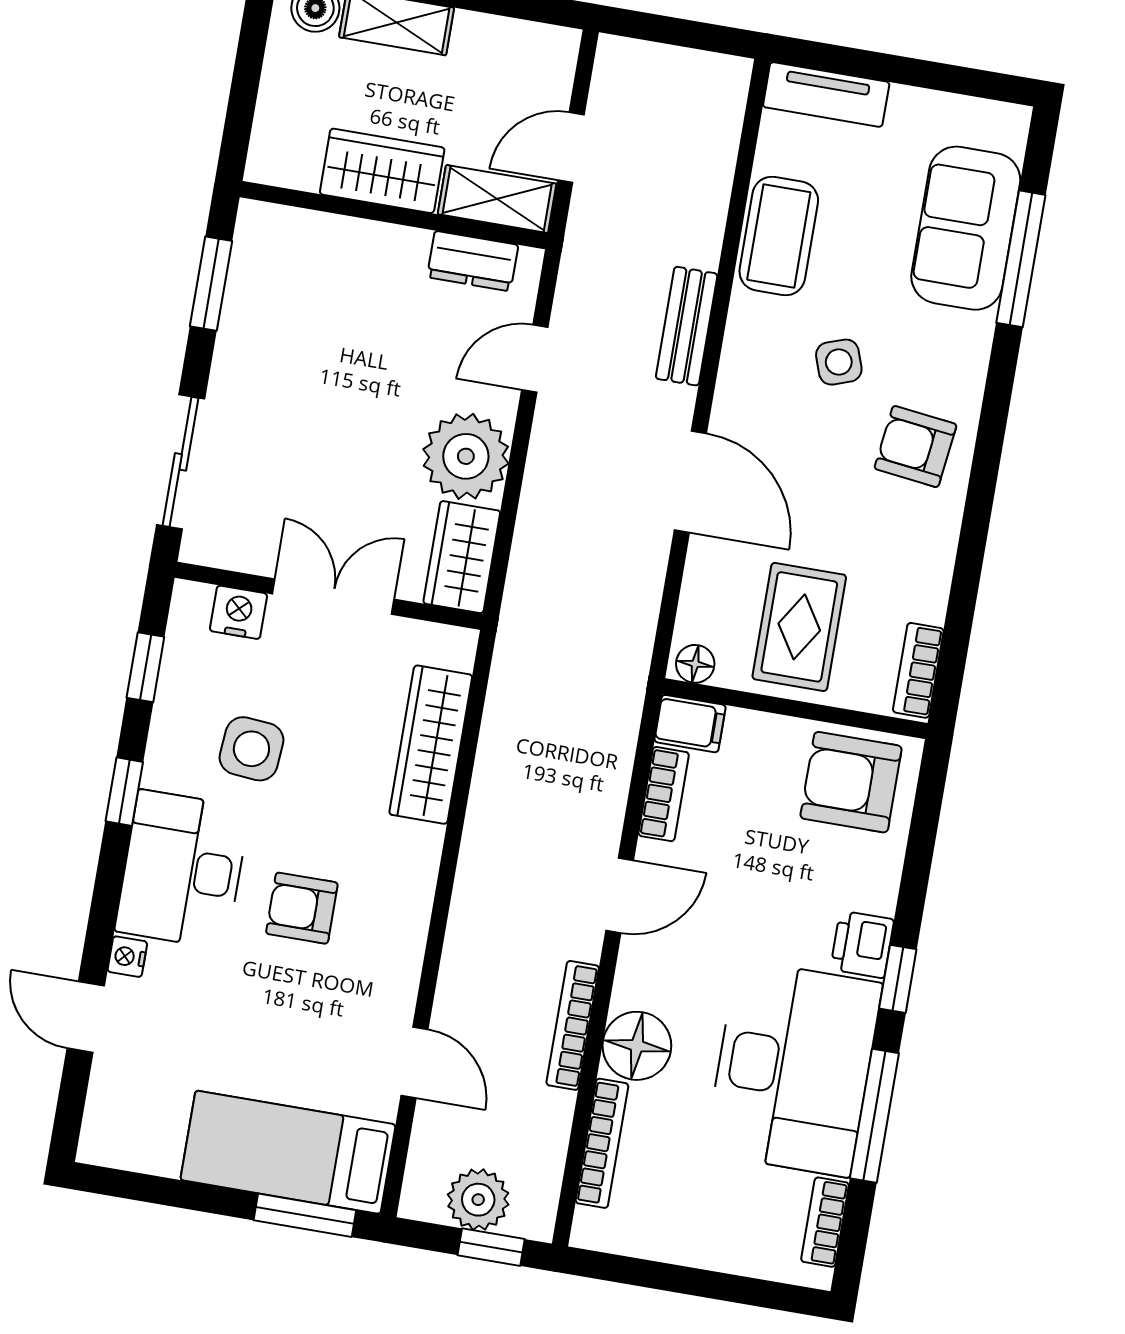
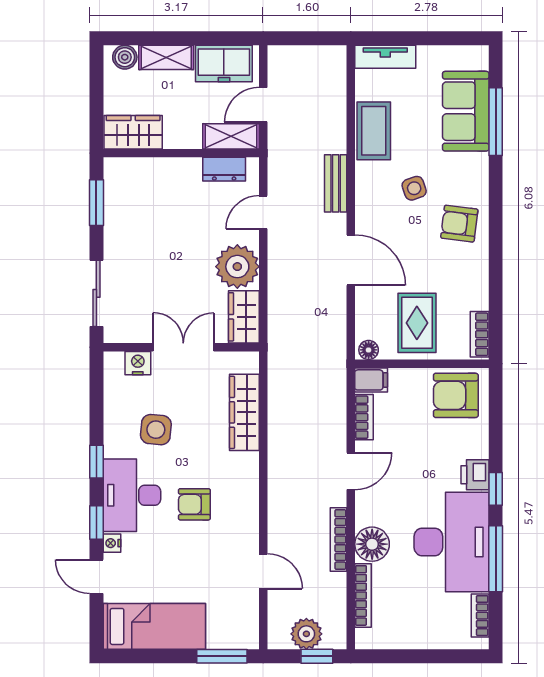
freezer: (508, 54) -> (224, 63), added
wardrobe: (382, 171) -> (133, 132), moved
window: (145, 667) -> (96, 522), moved
bed: (288, 1152) -> (154, 626), moved, turned 180

